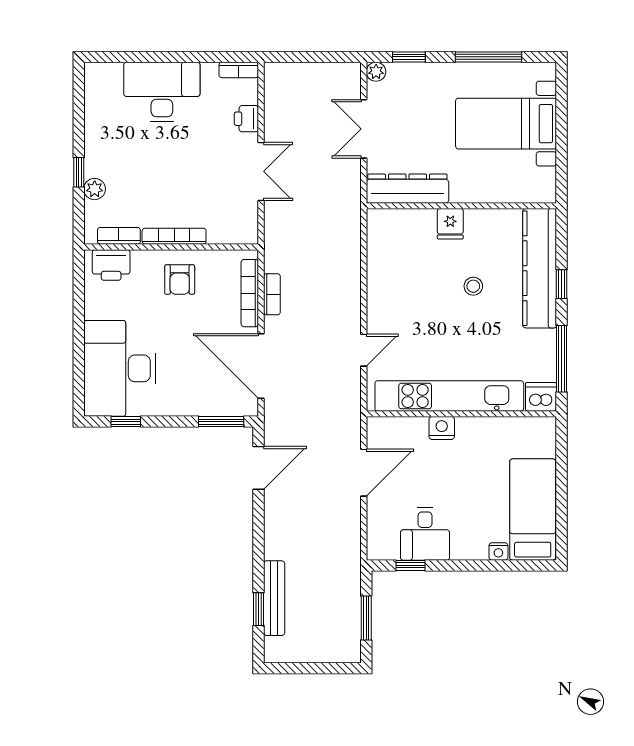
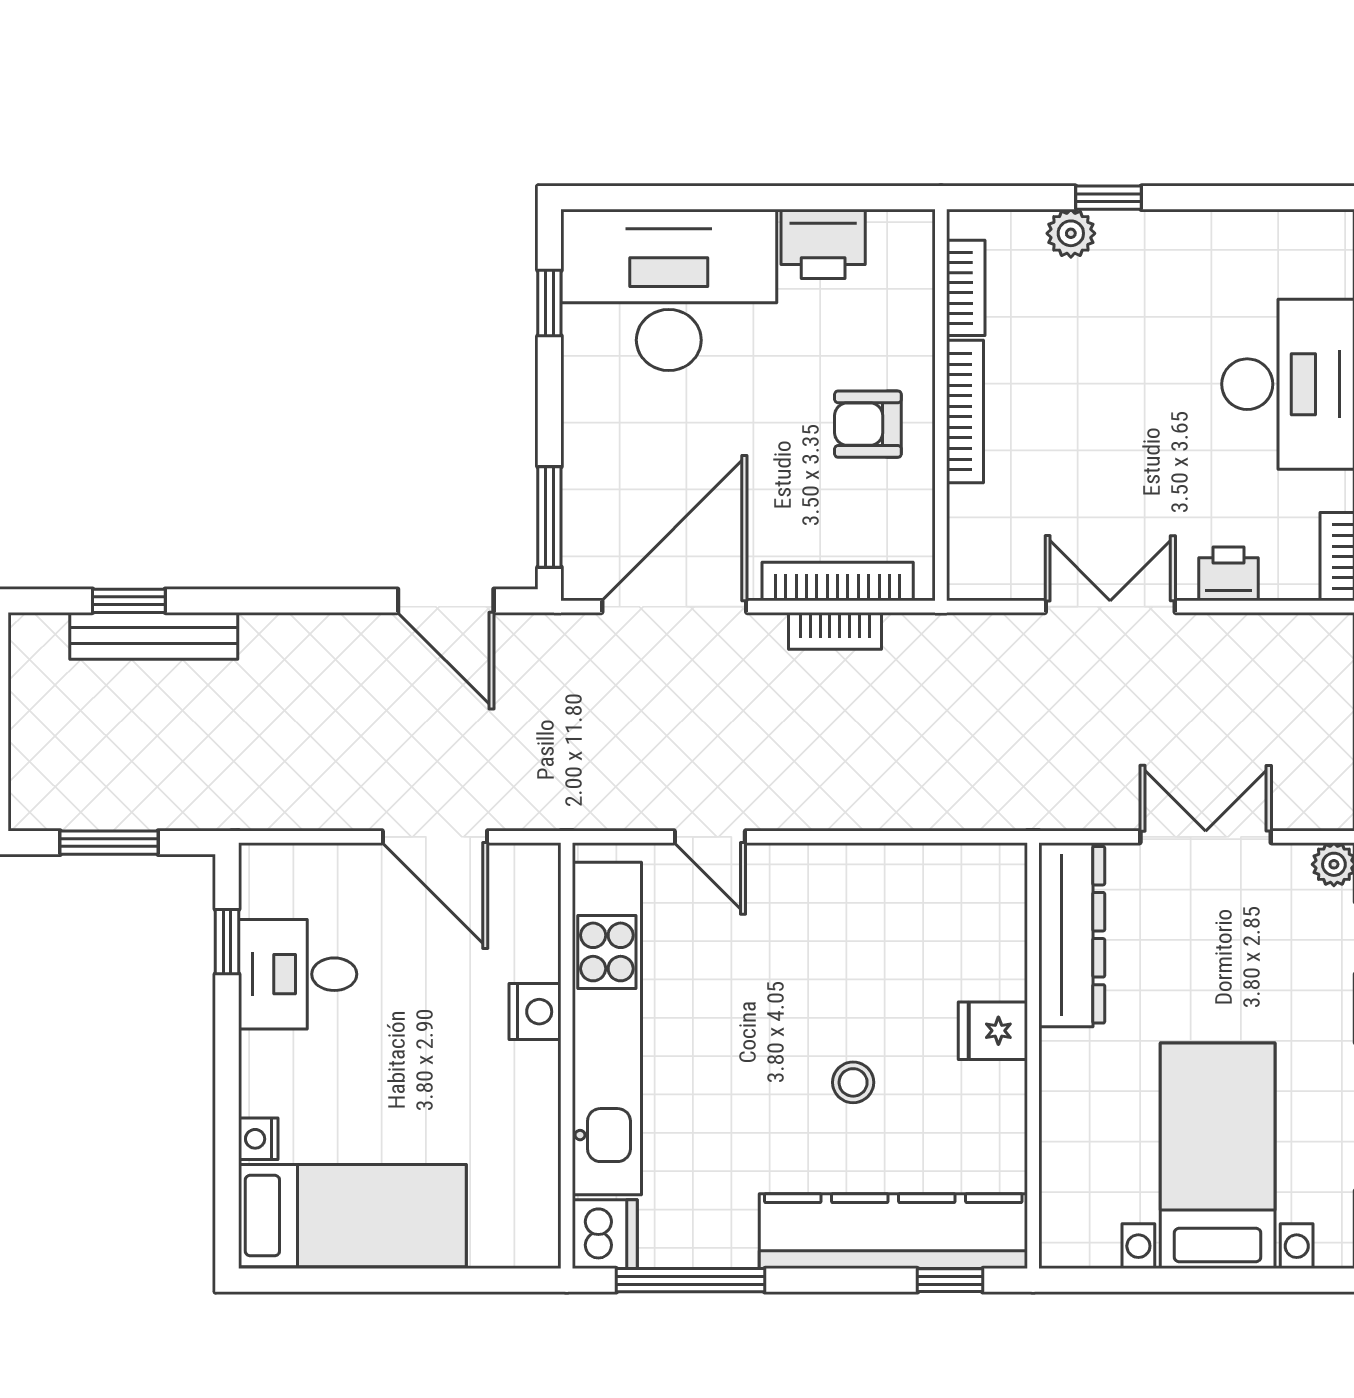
double door: (261, 171) -> (1110, 607), swing flipped
printer: (111, 265) -> (823, 244), moved, turned -90
window: (562, 284) -> (950, 1280), moved

